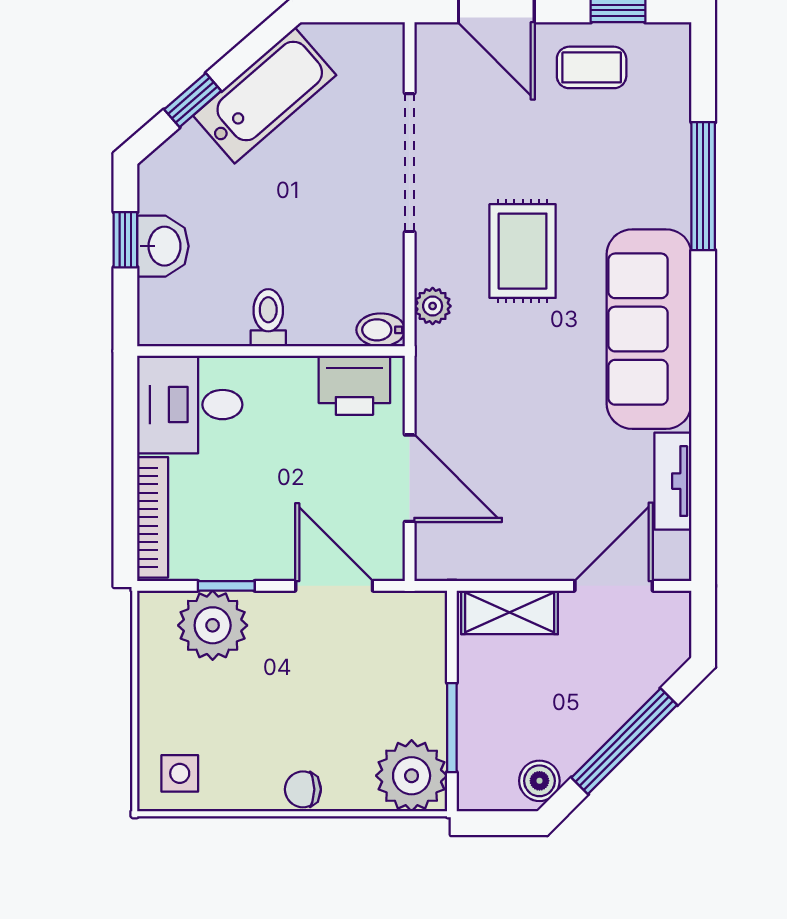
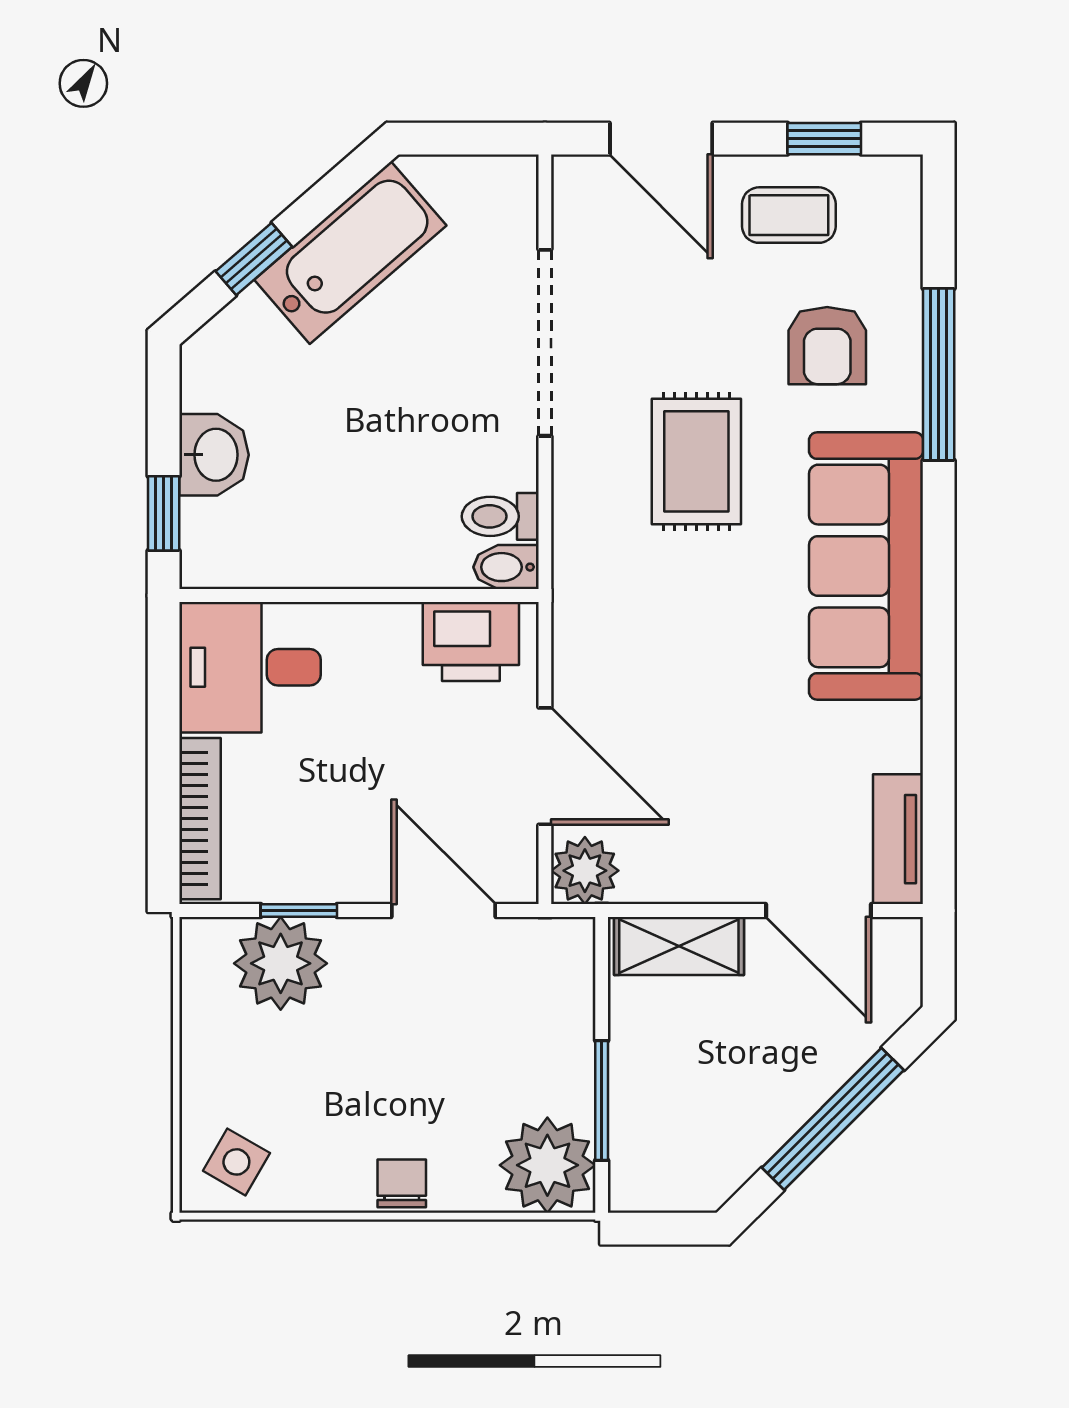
armchair: (620, 165) -> (827, 346), added
window: (125, 240) -> (164, 513), moved
plant: (433, 306) -> (585, 871), moved, width x1.38, depth x1.38
toilet: (268, 318) -> (500, 516), moved, turned -90
tv unit: (673, 481) -> (898, 839), moved
door: (614, 586) -> (818, 911), swing flipped
side table: (180, 773) -> (236, 1162), turned 30
boiler: (539, 781) -> (719, 1172), removed
chair: (303, 789) -> (402, 1183), turned 90

